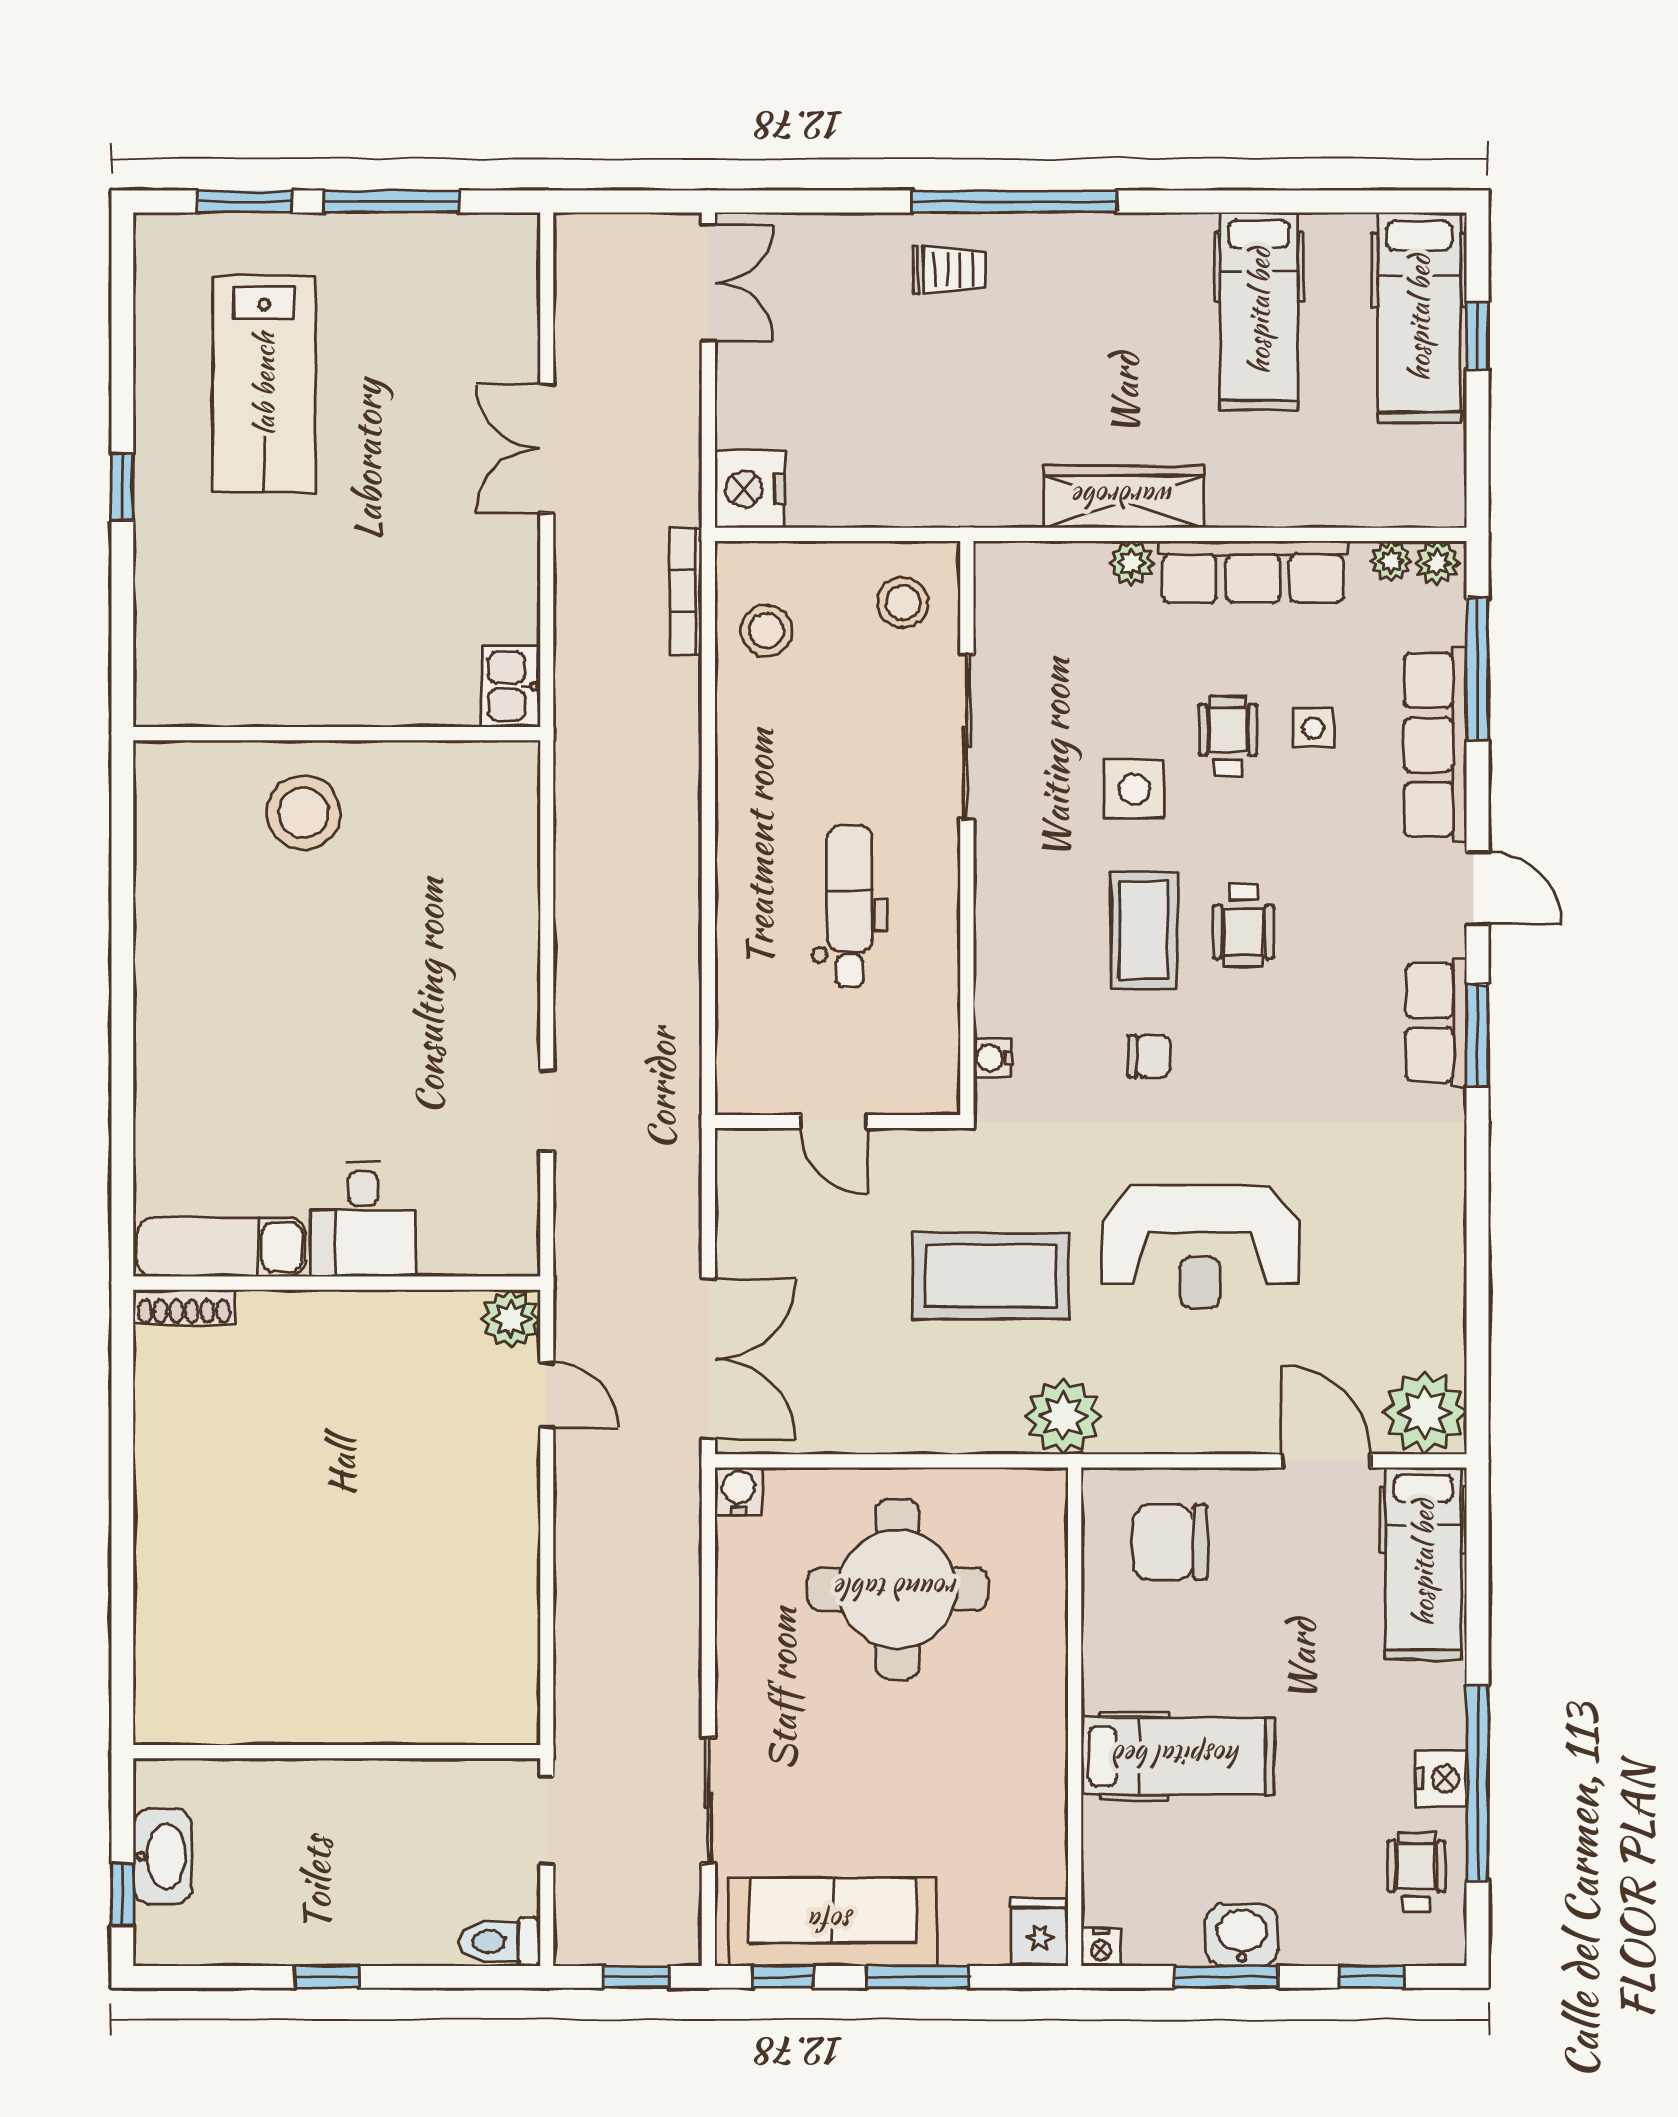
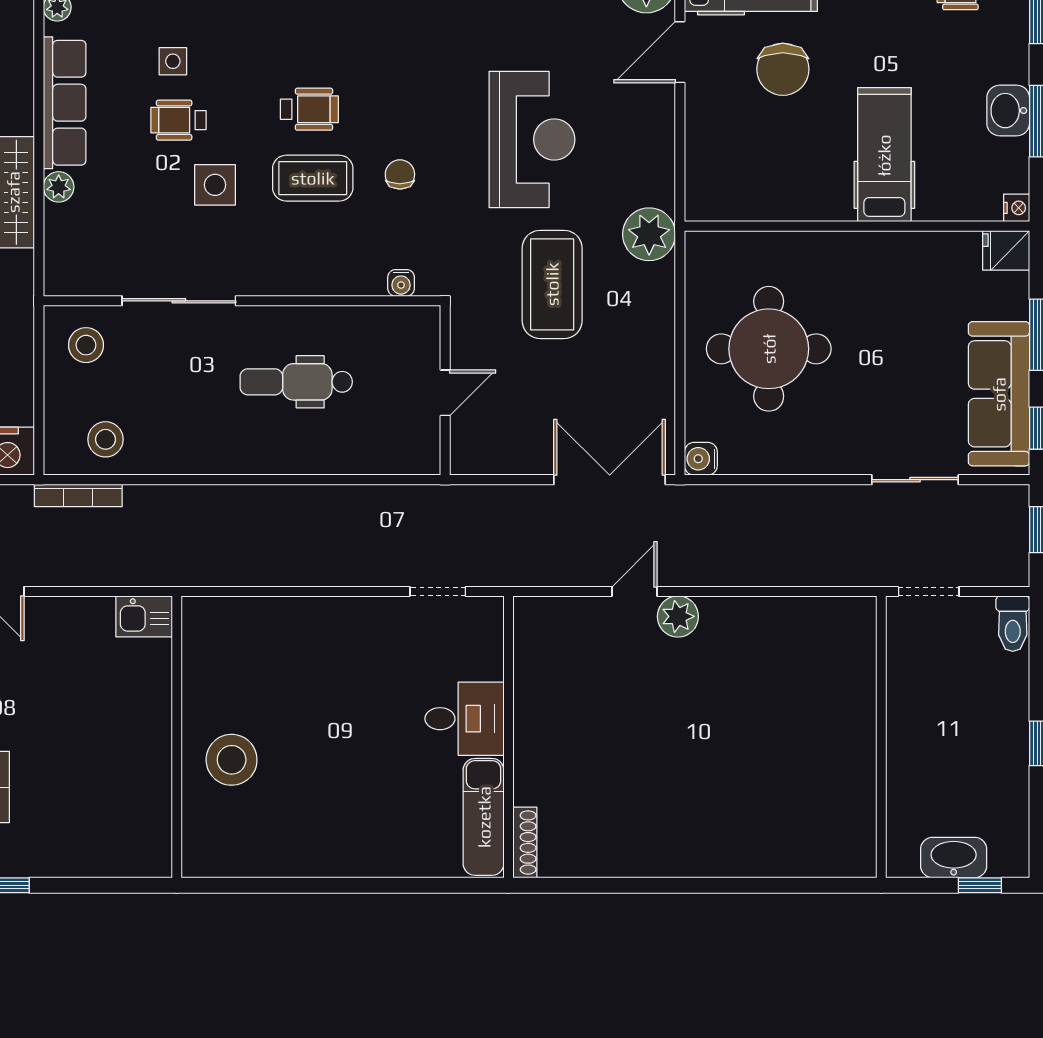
desk: (363, 1219) -> (464, 719), moved
exam couch: (221, 1247) -> (484, 817), moved
wall: (337, 1283) -> (508, 737), moved
shoe rack: (184, 1307) -> (525, 842), moved
plant: (511, 1319) -> (678, 616), moved
chair: (1170, 1542) -> (783, 69), moved

